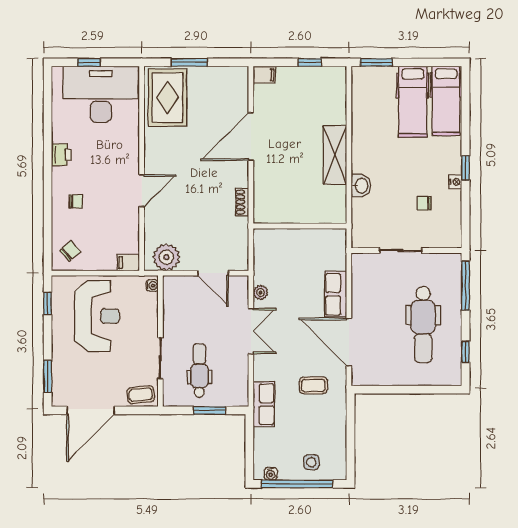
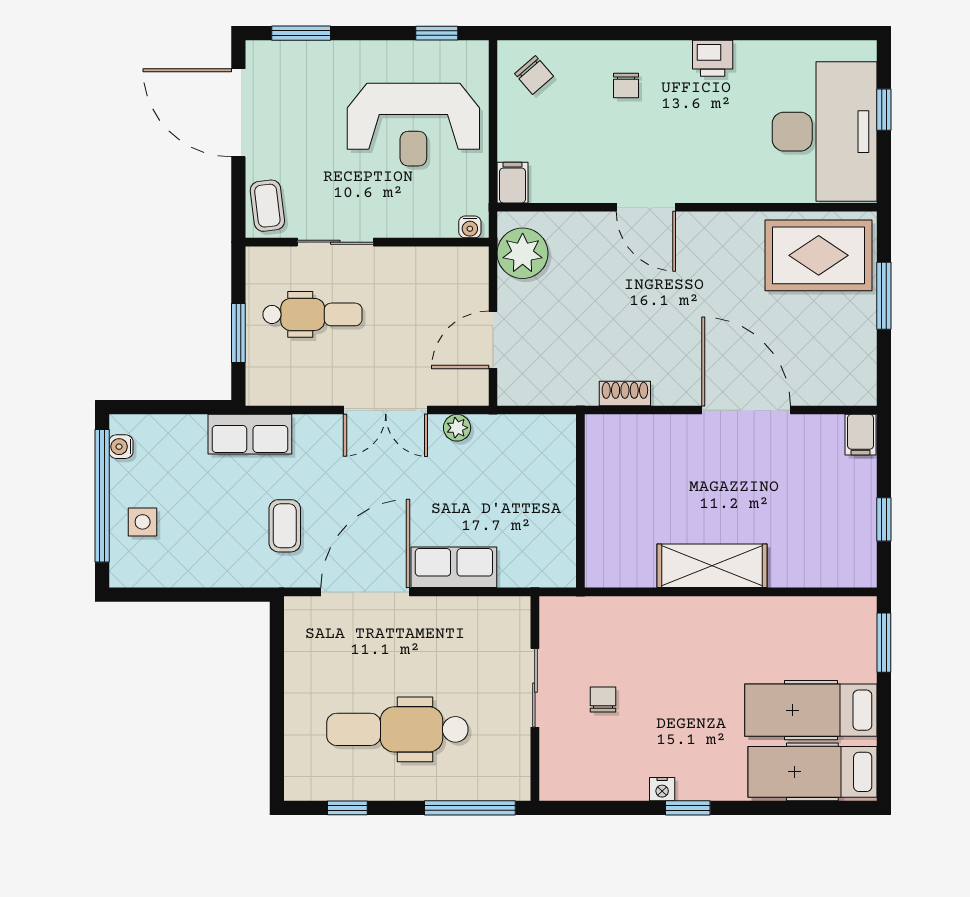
washbasin: (361, 186) -> (655, 614), removed
chair: (424, 203) -> (603, 699), moved

